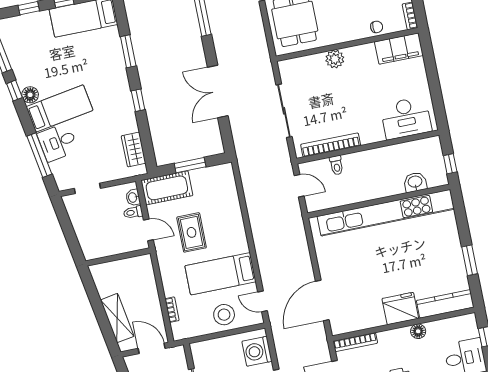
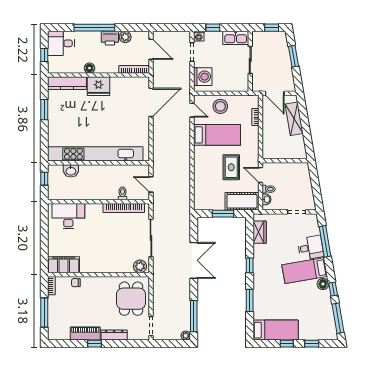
plant: (335, 59) -> (140, 266), moved

